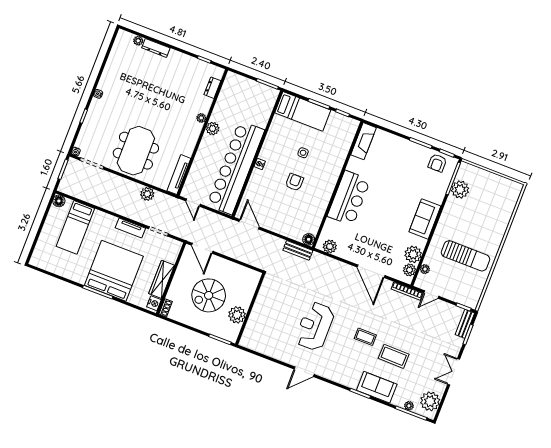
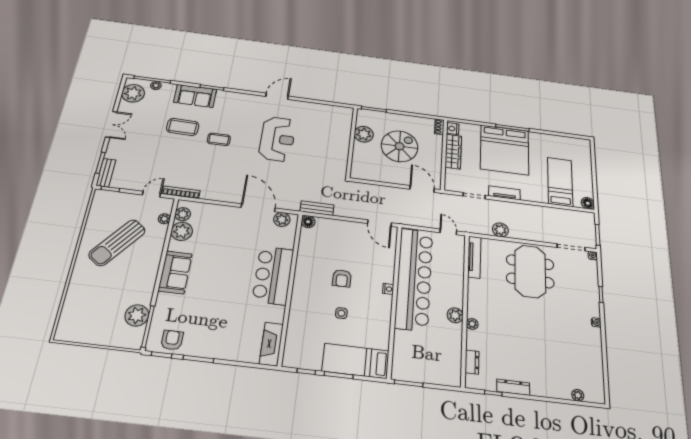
dresser: (156, 48) -> (513, 387), moved
sun lounger: (465, 256) -> (117, 243), turned -52
door: (371, 271) -> (258, 208), moved

